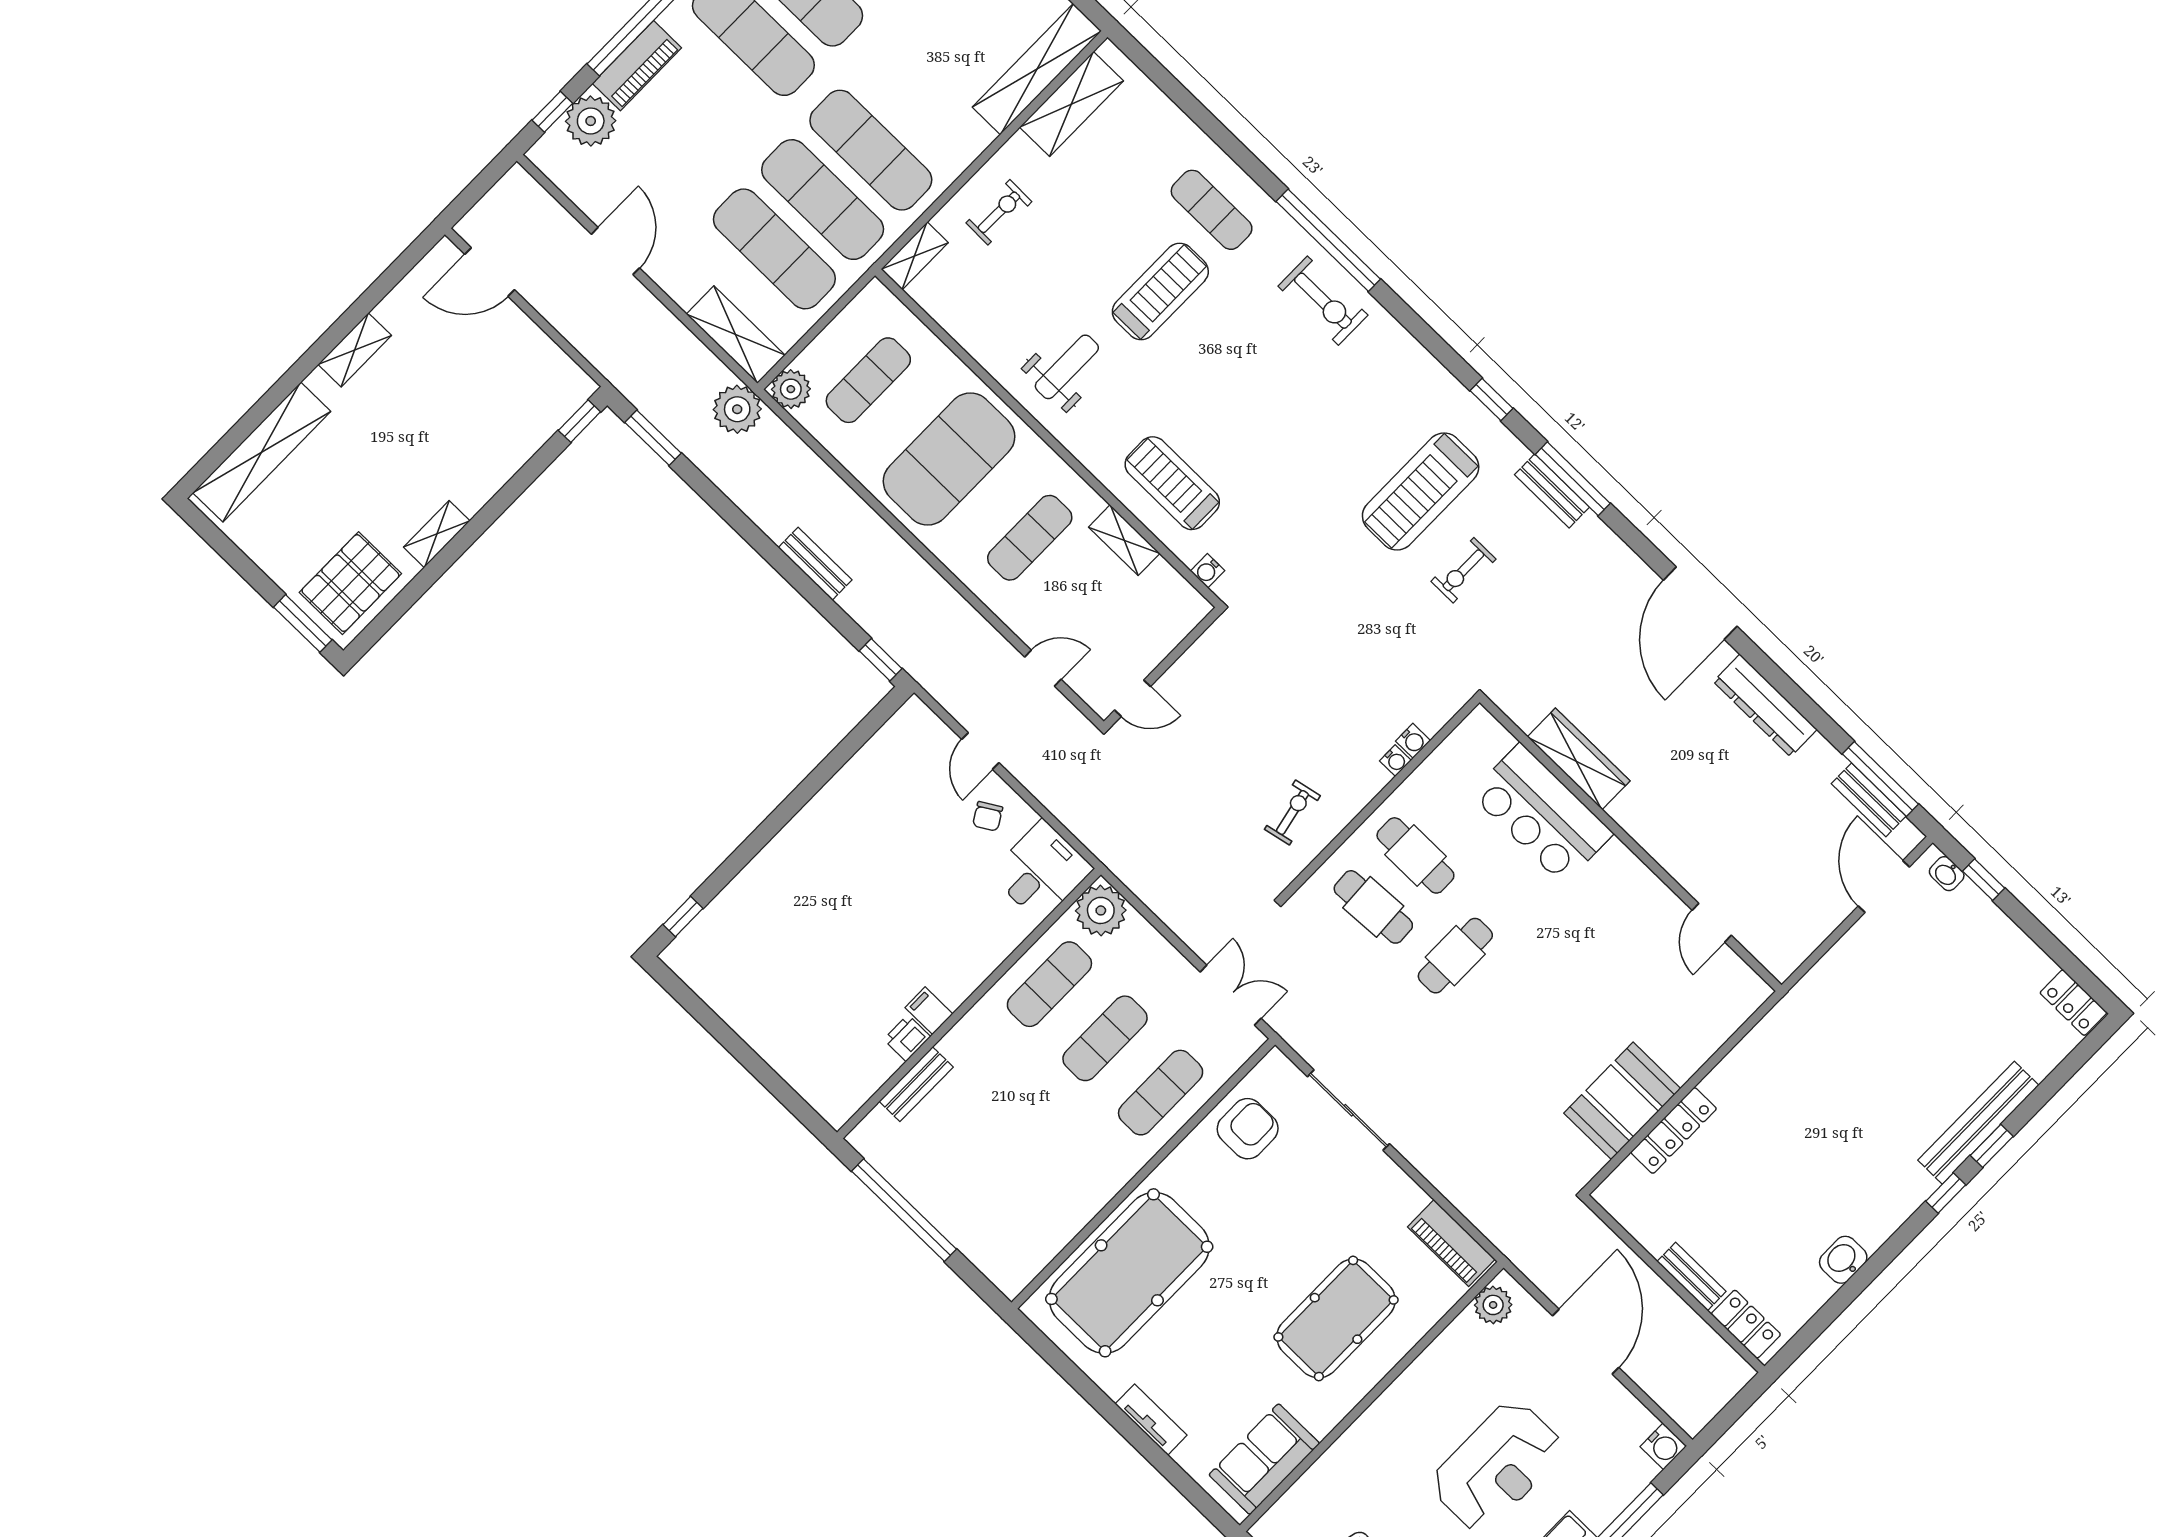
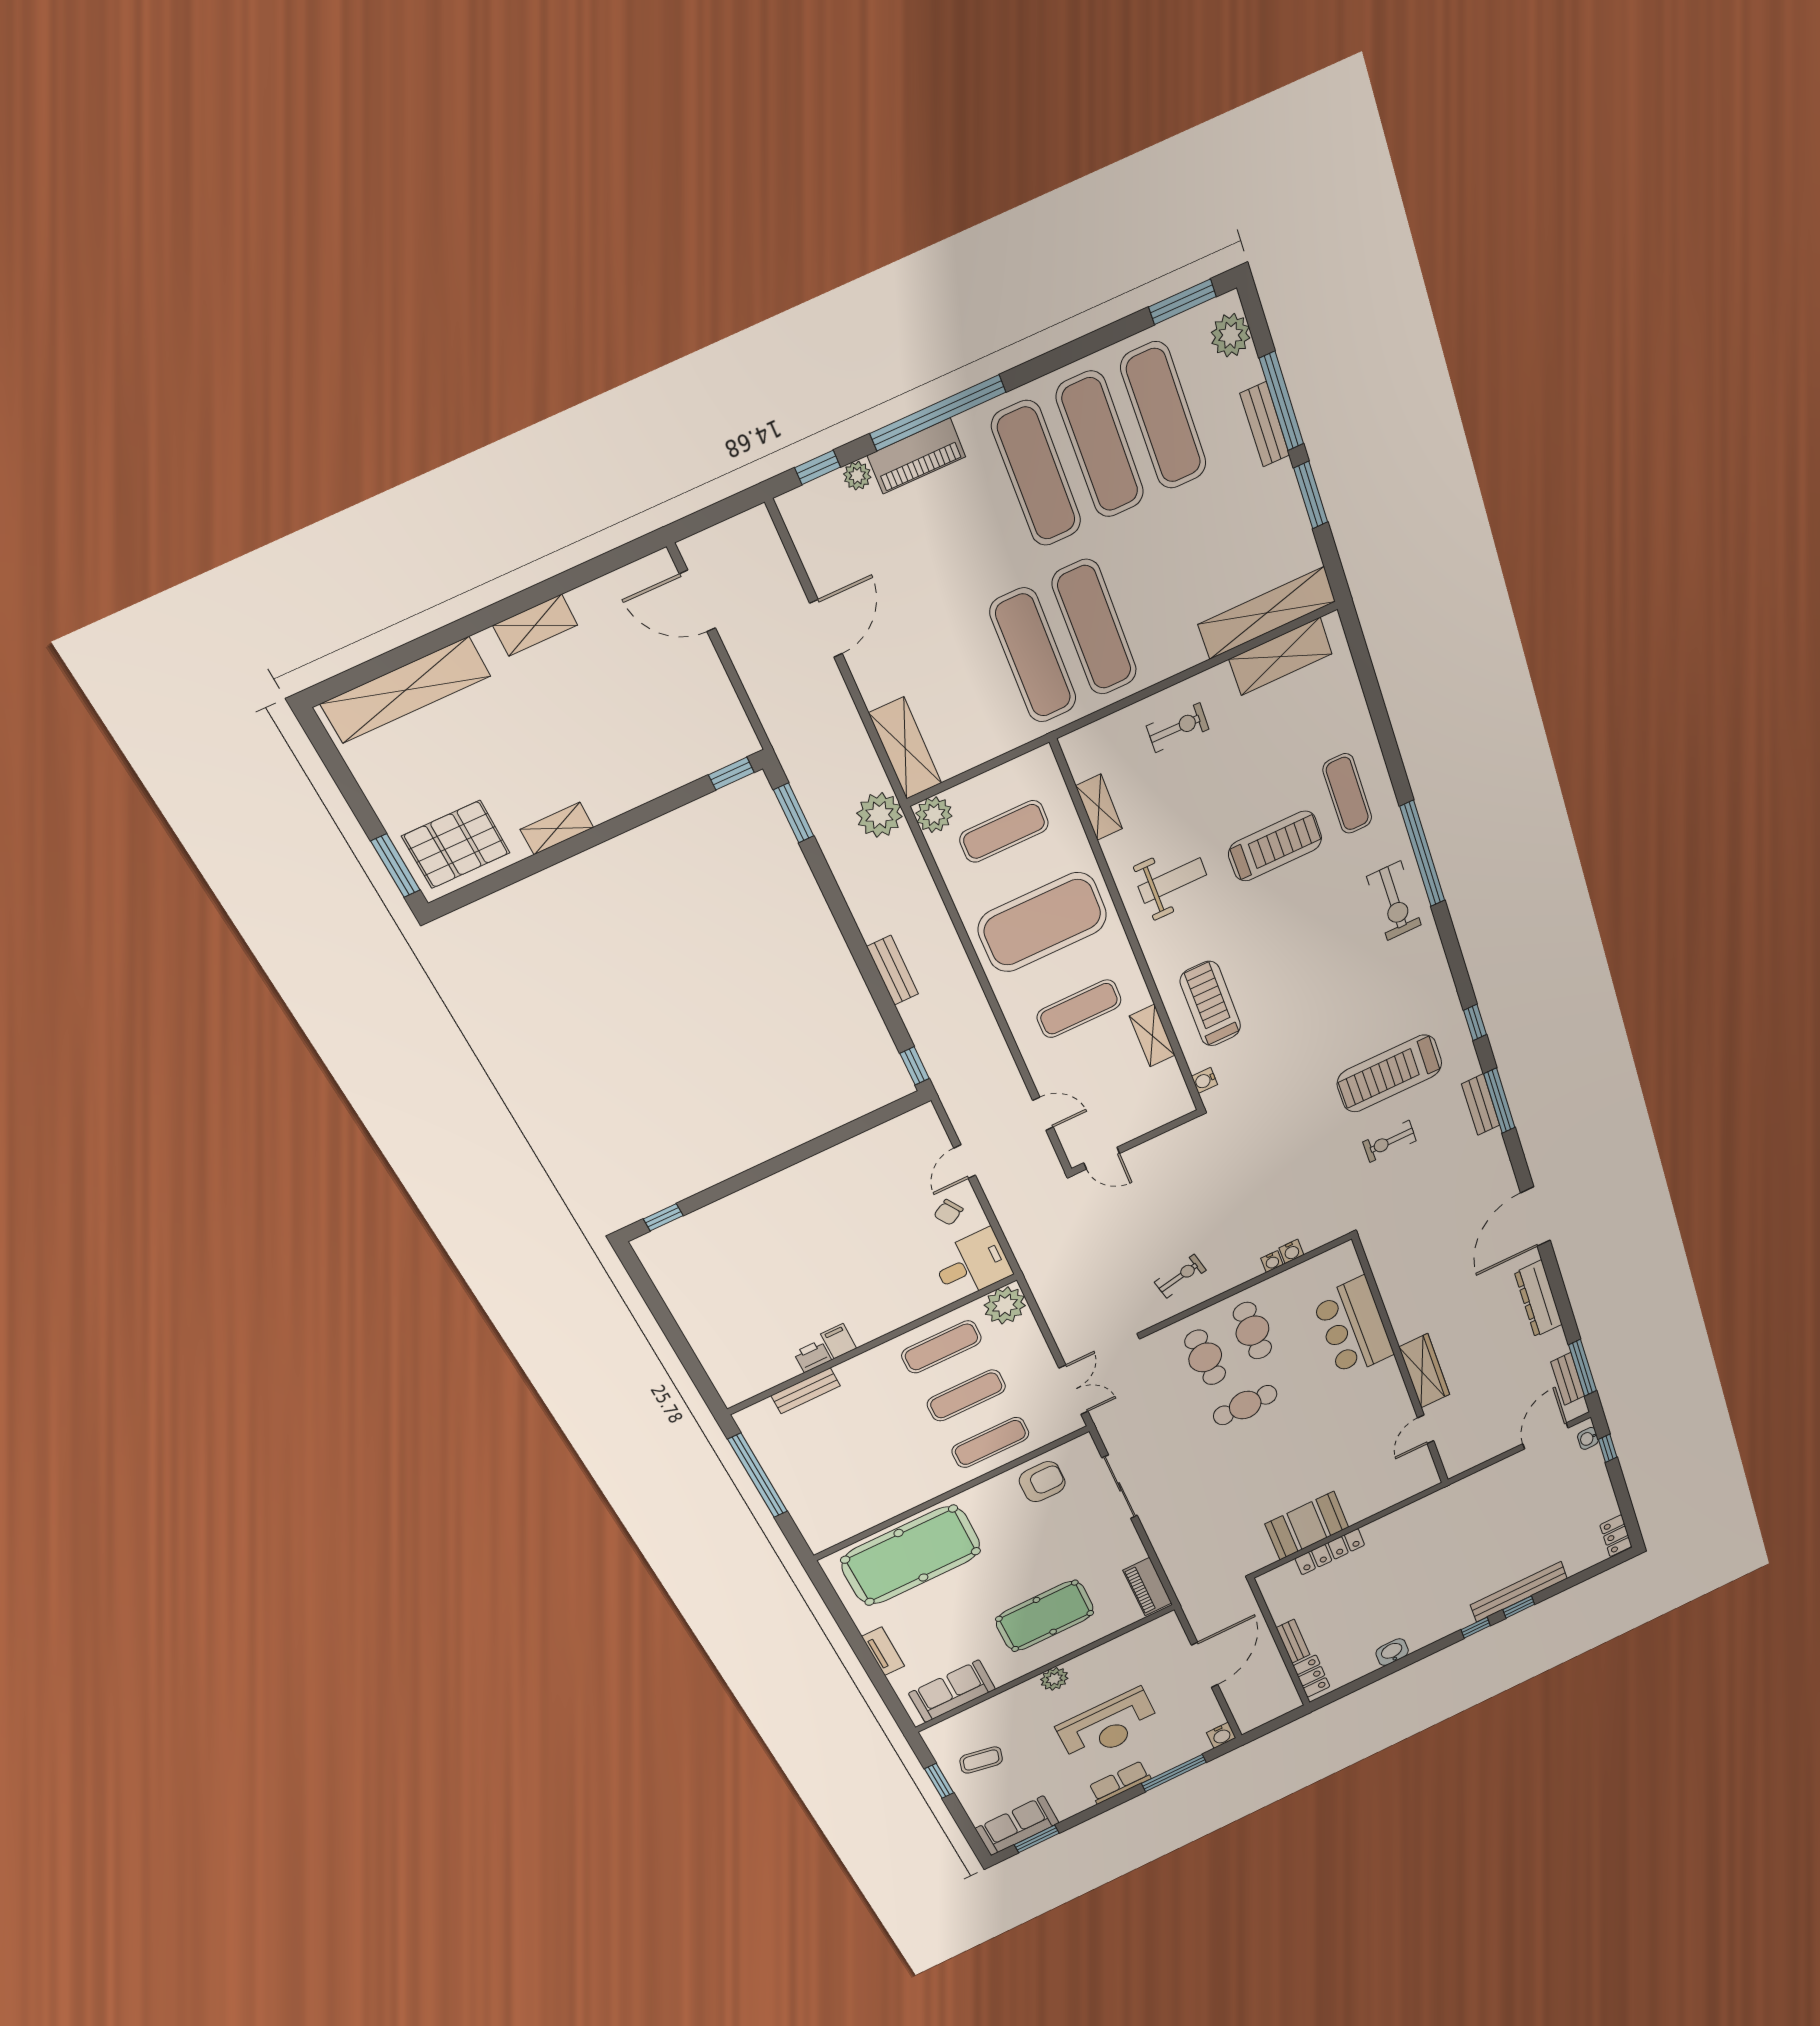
plant: (591, 121) -> (857, 476), width x0.53, depth x0.53
exercise mat: (774, 249) -> (972, 684), removed
shelving: (915, 256) -> (1099, 807), moved, turned 90
wardrobe: (1579, 759) -> (1424, 1371), moved
plant: (1493, 1305) -> (1054, 1679), moved

